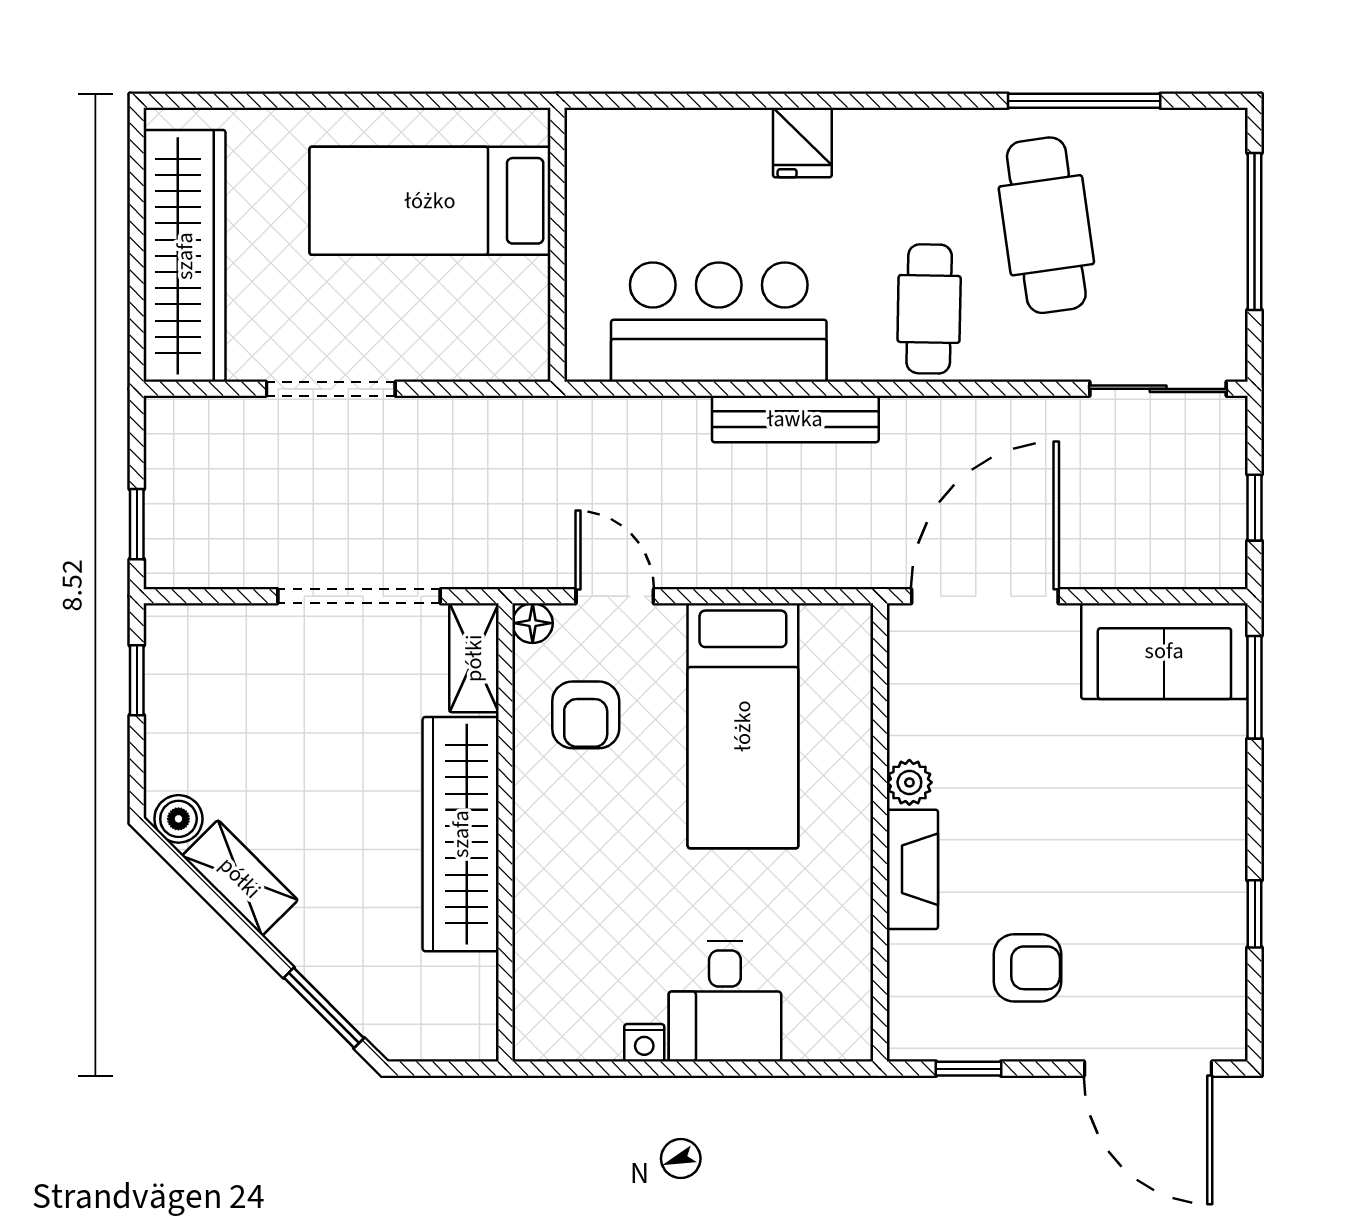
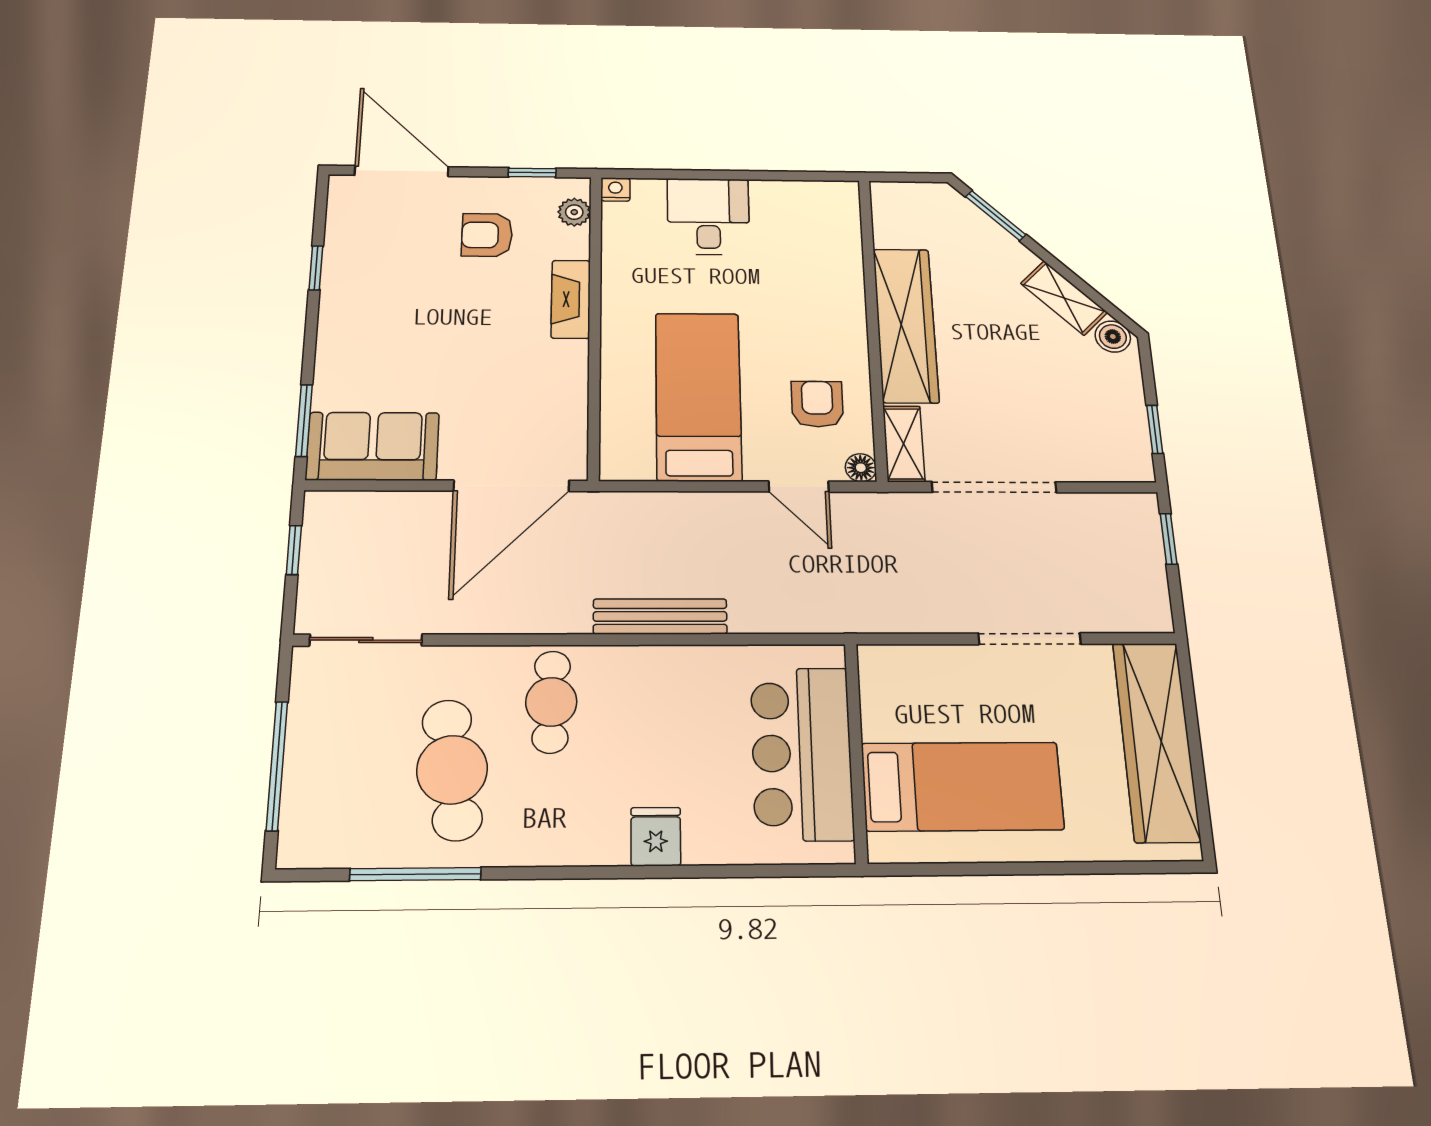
bar counter: (719, 322) -> (802, 753), moved, turned 90
plant: (909, 782) -> (574, 212), moved
nightstand: (644, 1043) -> (615, 189), moved

